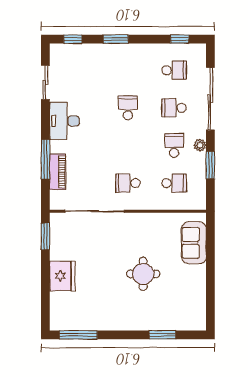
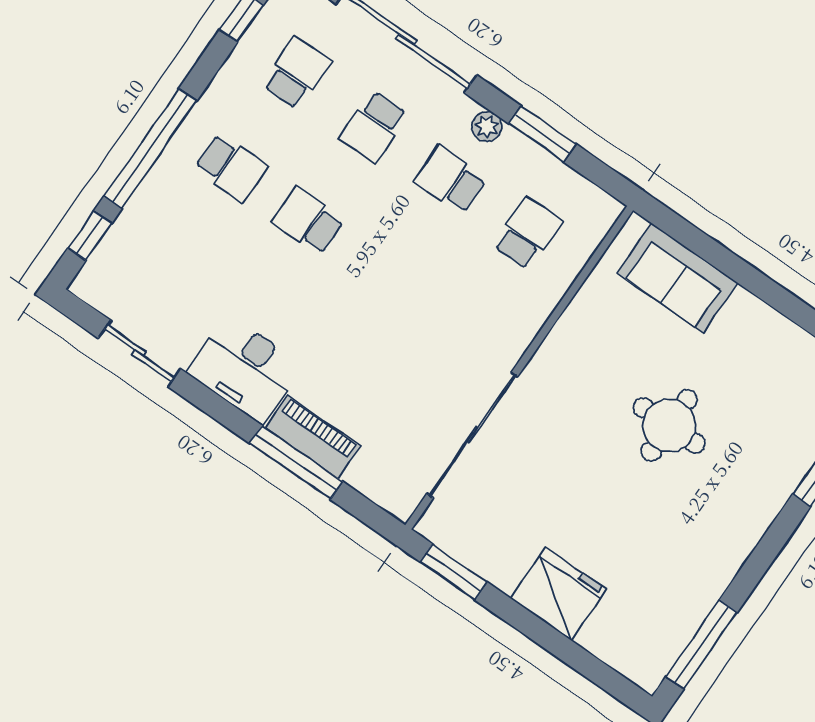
window: (116, 39) -> (150, 148), width x2.11
piano: (58, 172) -> (313, 437), moved
school desk: (128, 183) -> (231, 167), moved, turned -90

